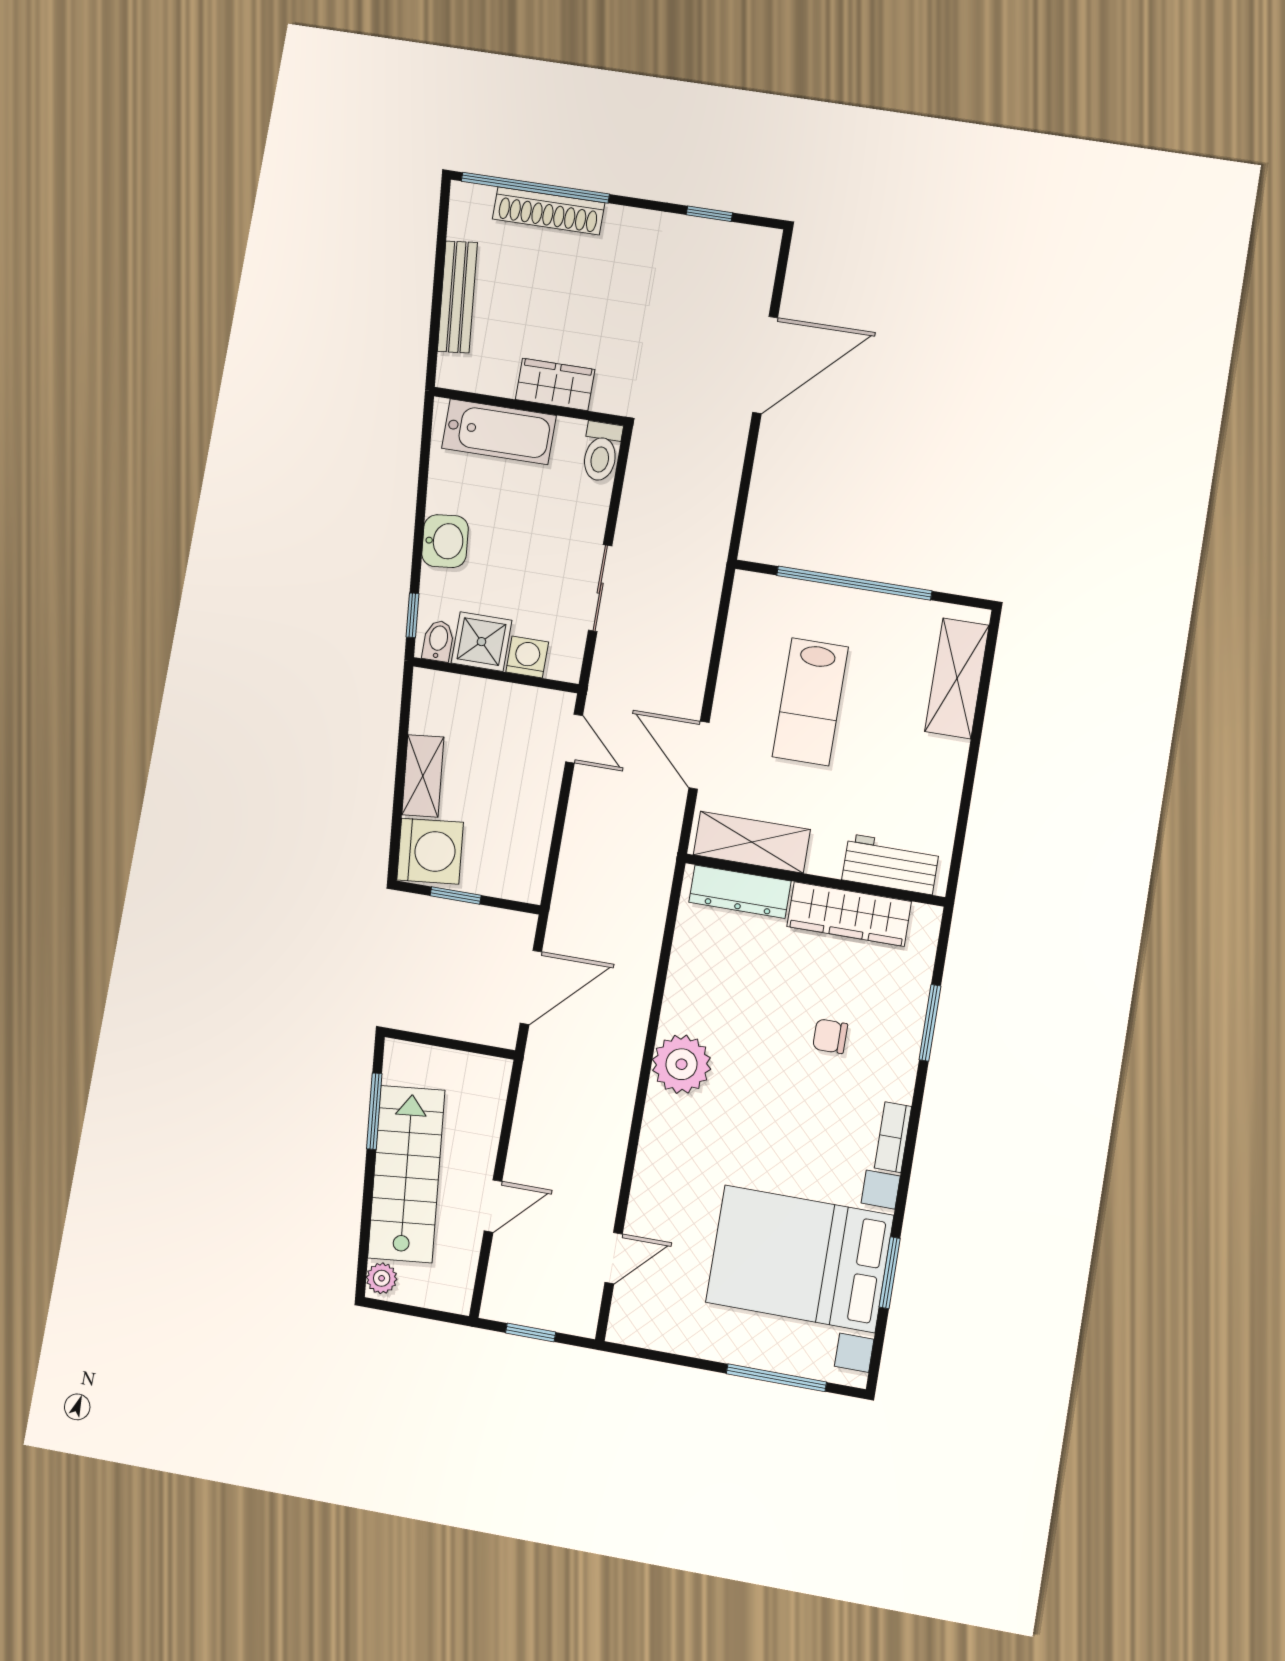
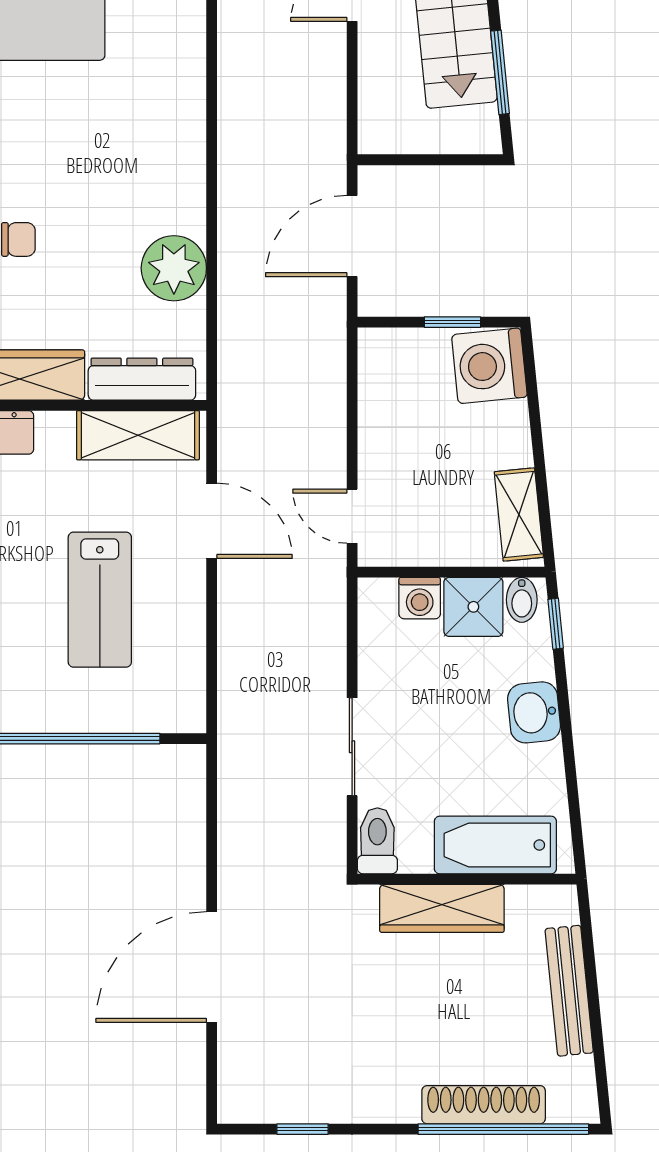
wardrobe: (555, 384) -> (442, 908), width x1.50
sliding door: (600, 588) -> (352, 747), moved
lab bench: (810, 702) -> (100, 600), turned 180
shelving: (423, 776) -> (519, 515), moved
plant: (682, 1064) -> (174, 268), moved

